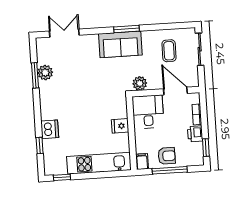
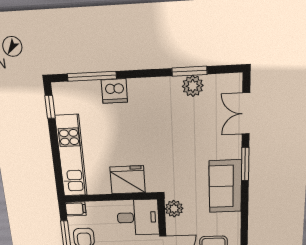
window: (127, 29) -> (245, 164), moved
double door: (64, 33) -> (246, 114), swing flipped
fridge: (120, 126) -> (128, 180), width x1.88, depth x1.34
window: (40, 146) -> (92, 76), width x2.17

